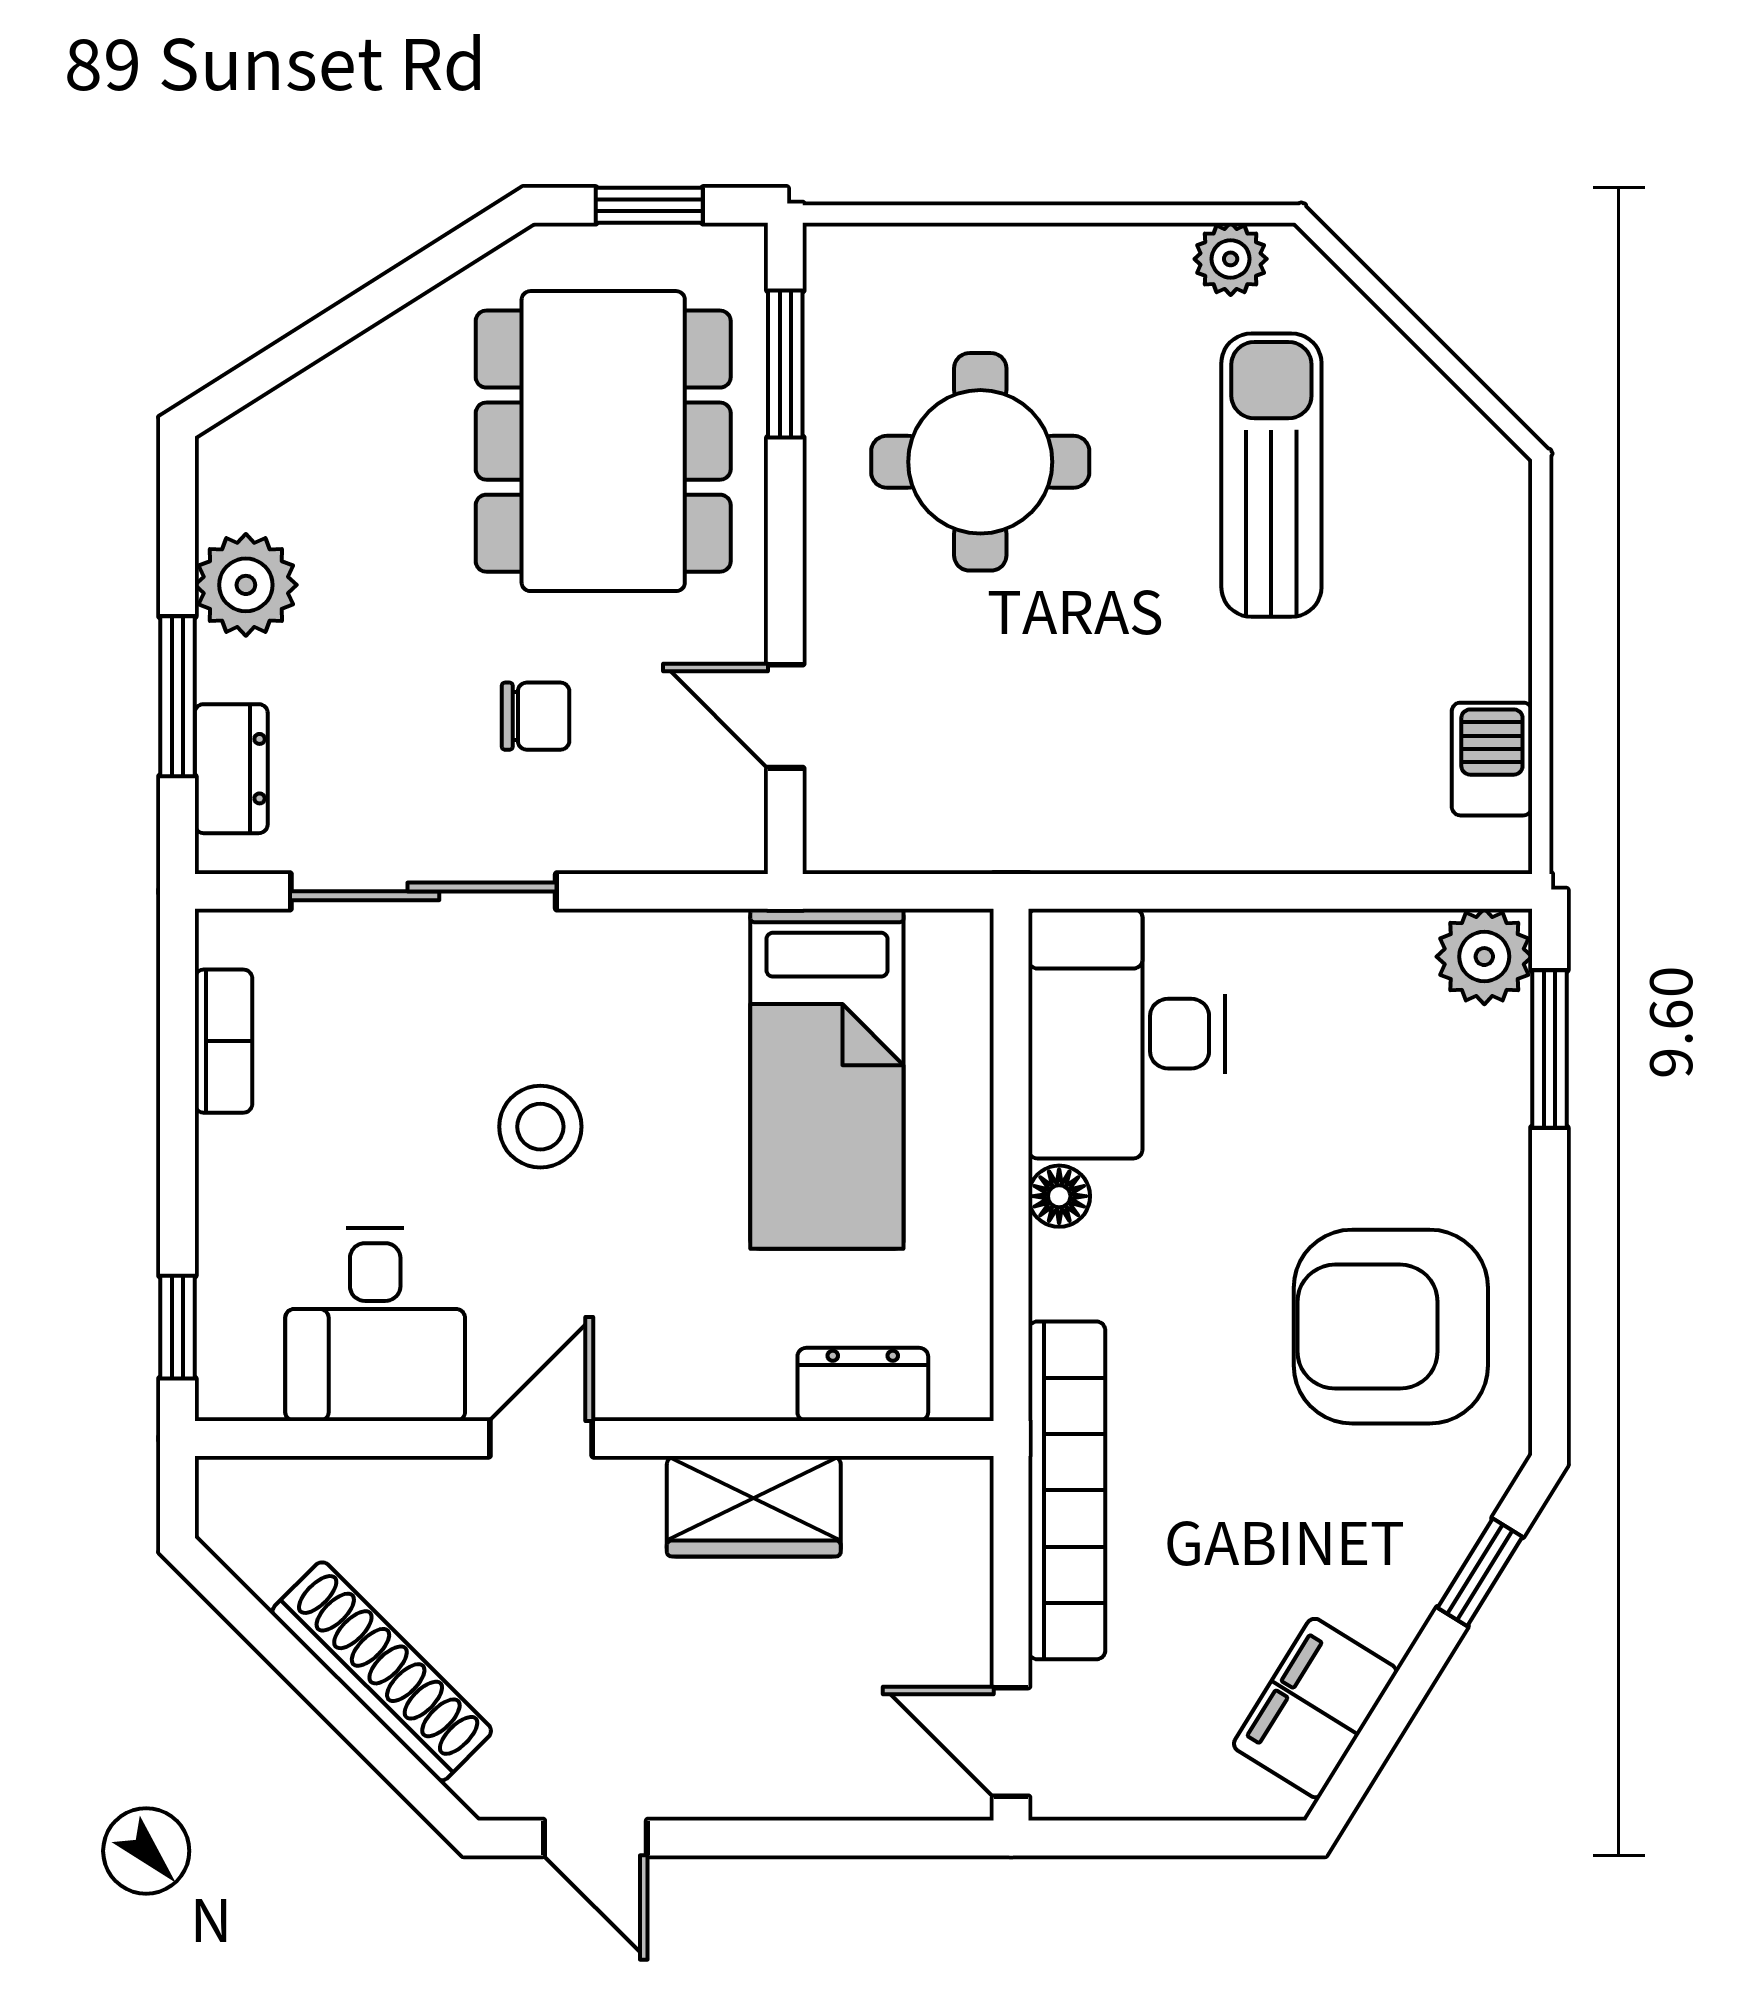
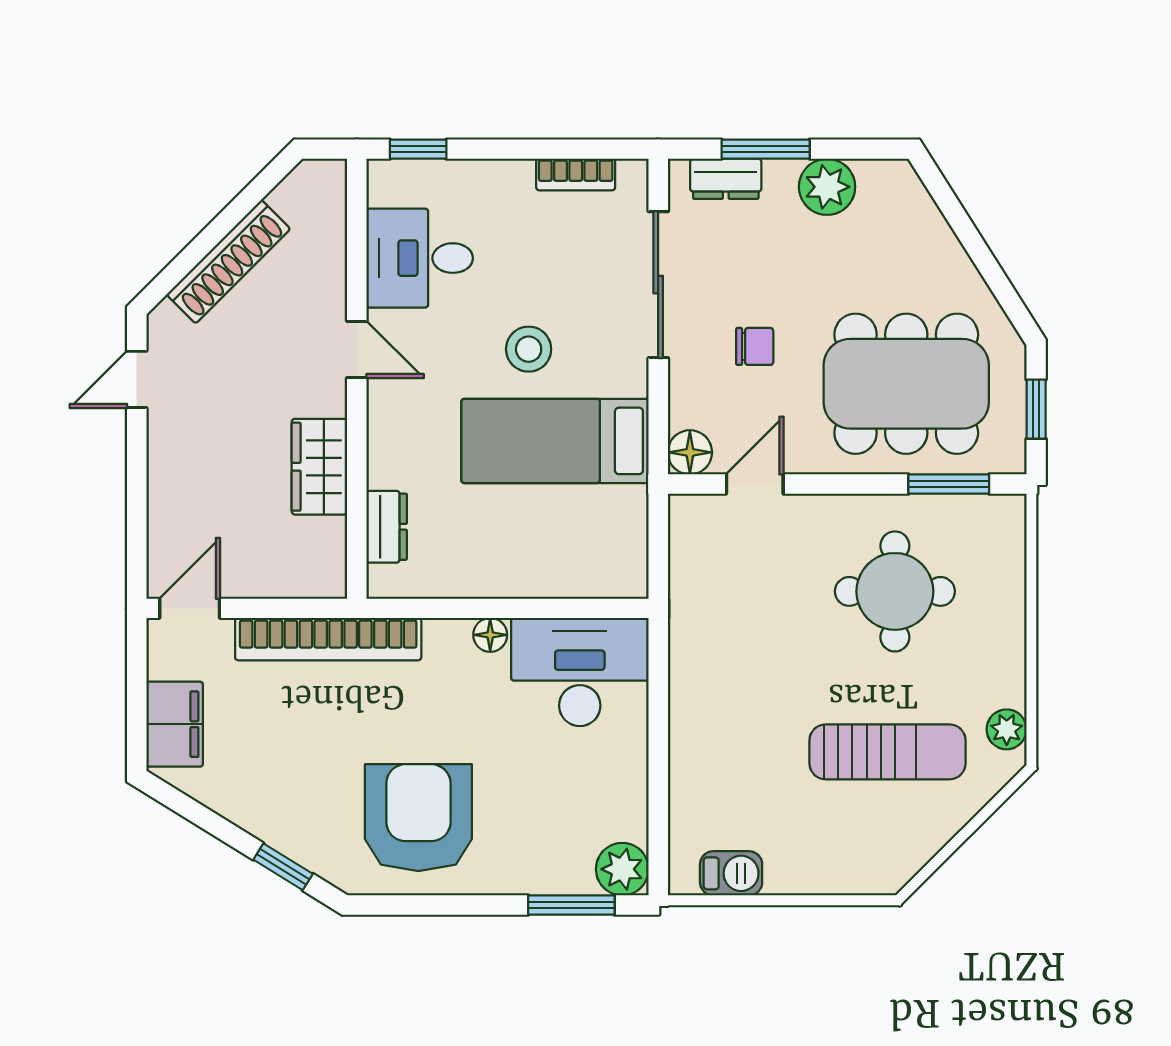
chair: (536, 716) -> (755, 346), turned -90
floor lamp: (728, 834) -> (690, 452), added
bed: (827, 1079) -> (555, 441), moved
filing cabinet: (1315, 1708) -> (175, 724), moved, turned 58

